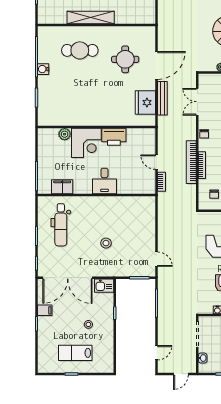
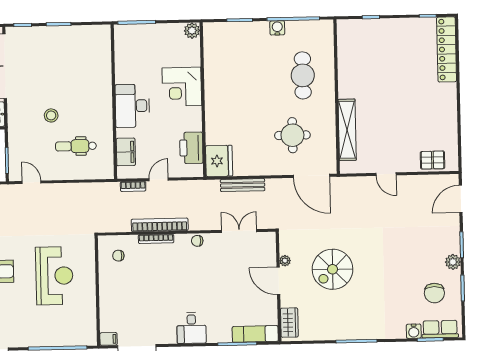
shelving: (91, 17) -> (347, 130), moved
door: (157, 65) -> (311, 176), moved
fridge: (145, 103) -> (219, 161), moved, turned 90
plant: (65, 134) -> (192, 31), moved
printer: (114, 137) -> (191, 148), moved
desk: (104, 181) -> (132, 106), width x1.37
filing cabinet: (62, 187) -> (126, 152), moved
dental chair: (61, 225) -> (76, 146), moved, width x0.73, depth x0.72
door: (157, 259) -> (32, 182), swing flipped

